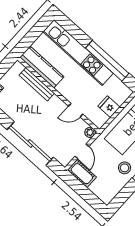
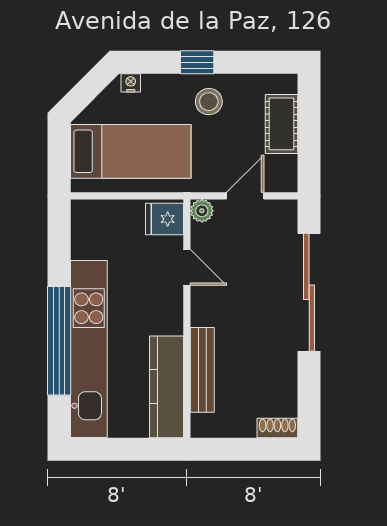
window: (107, 61) -> (59, 341), moved
fridge: (109, 107) -> (165, 219), moved, turned 90
cot: (82, 174) -> (282, 124), moved

